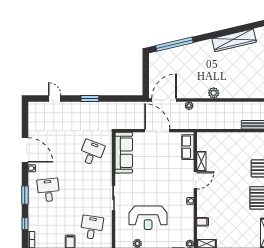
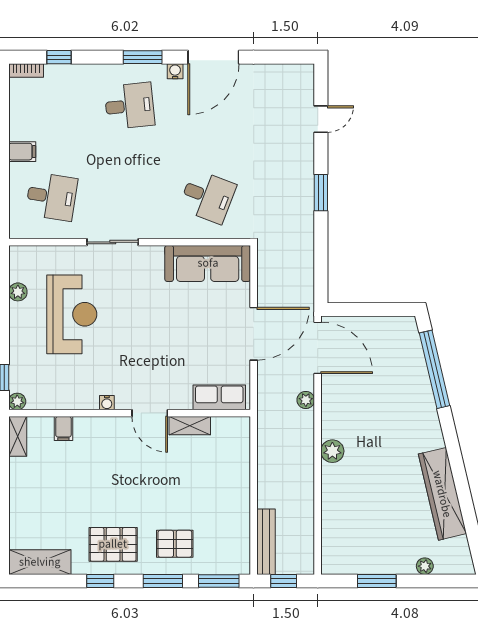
window: (25, 195) -> (143, 57), moved
reception desk: (148, 218) -> (72, 314), turned 180

